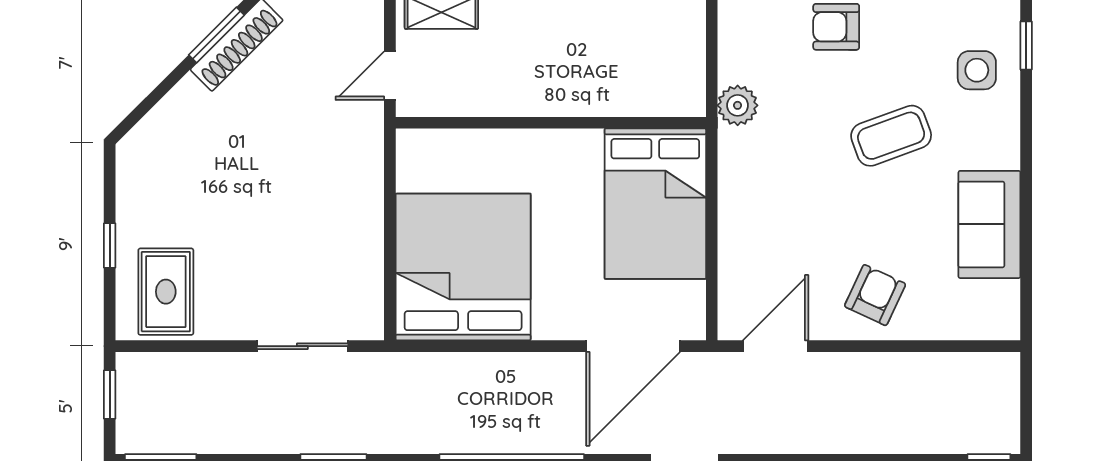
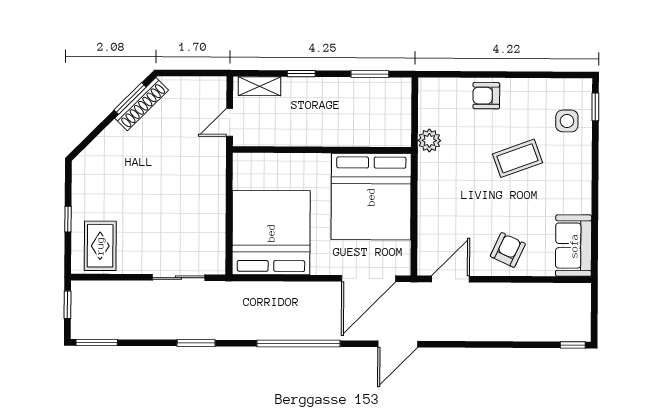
bed: (655, 204) -> (371, 197), width x1.36
sofa: (989, 224) -> (574, 246), moved

